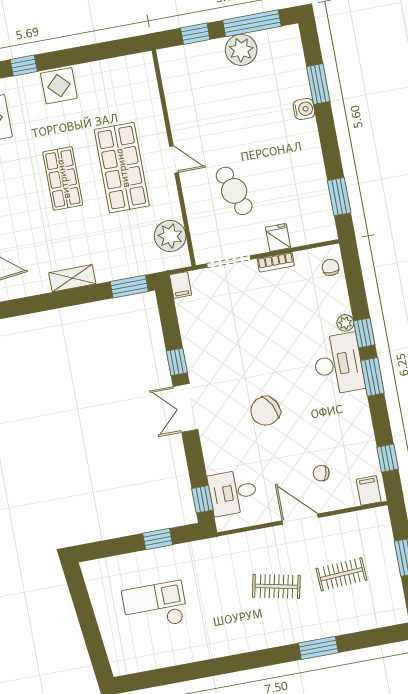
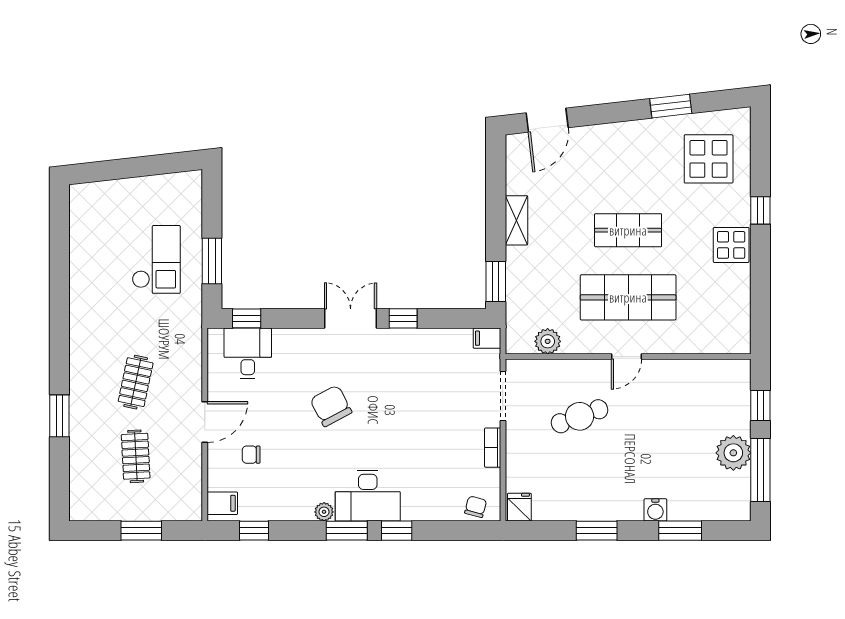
window: (339, 197) -> (597, 531), moved
plant: (170, 236) -> (548, 341), width x0.73, depth x0.73
fridge: (278, 237) -> (519, 507), moved, turned -90
chair: (330, 267) -> (476, 507), turned -75
plant: (345, 323) -> (324, 512), moved
chair: (321, 473) -> (251, 455), turned -105
window: (158, 539) -> (212, 261), width x1.50
checkout: (155, 606) -> (156, 259), moved

